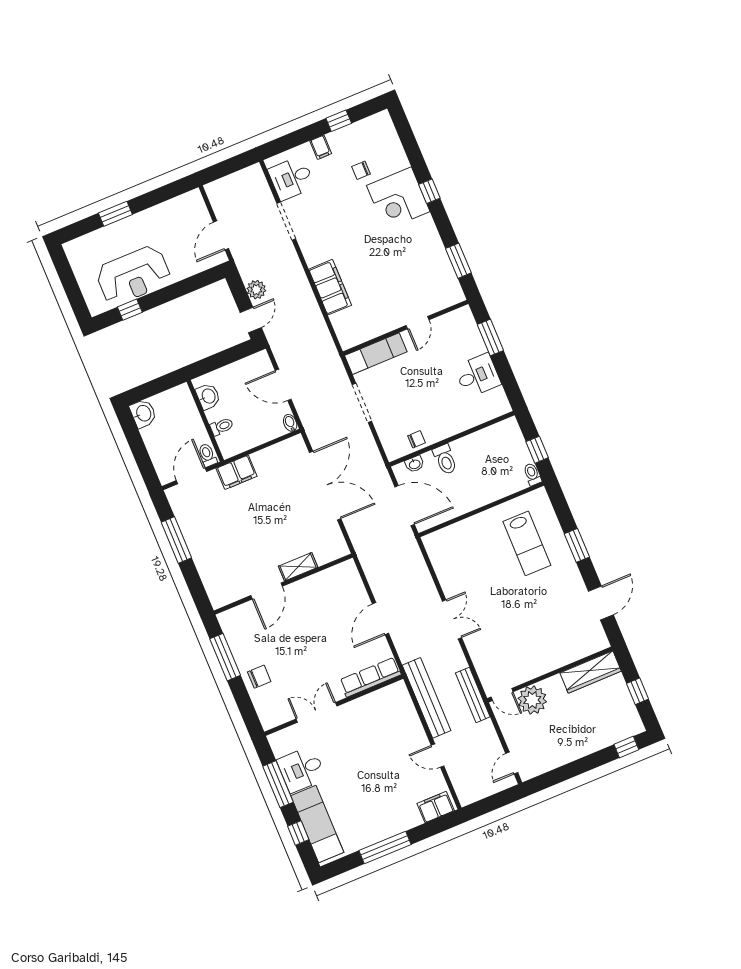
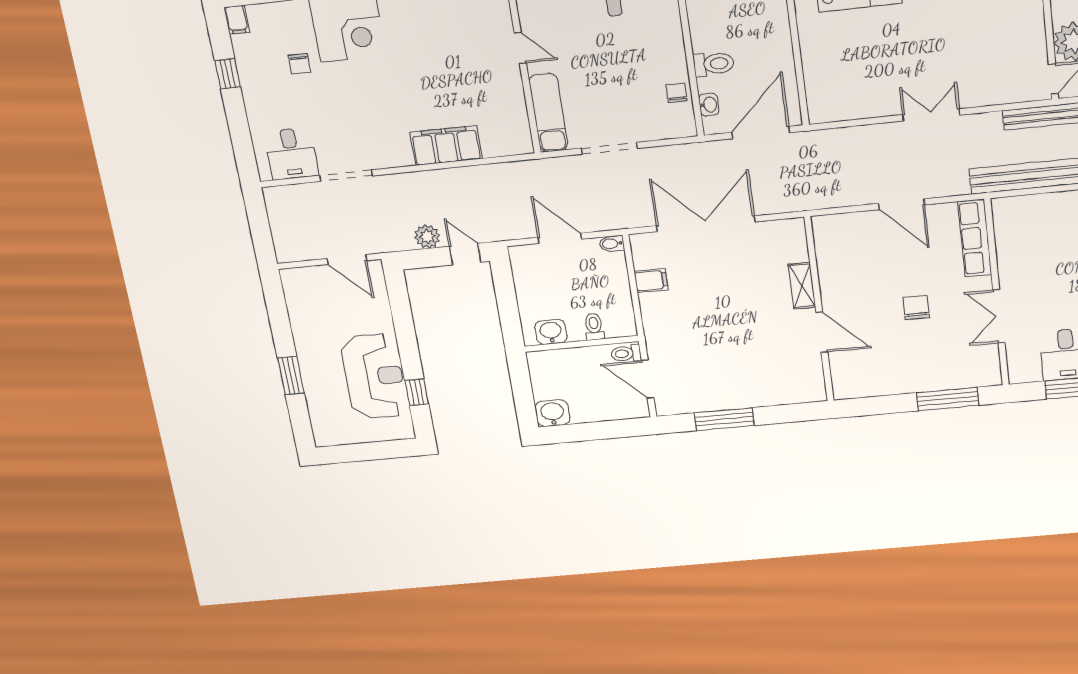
filing cabinet: (321, 147) -> (237, 20), moved, turned 90
door: (283, 385) -> (560, 238), swing flipped
filing cabinet: (237, 472) -> (651, 281), moved, width x0.50
window: (225, 657) -> (948, 399), moved
chair: (259, 677) -> (916, 308), moved

